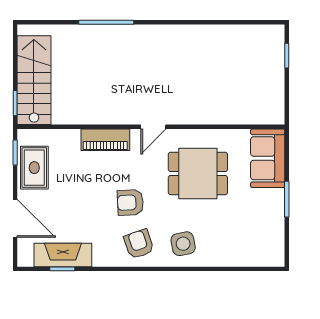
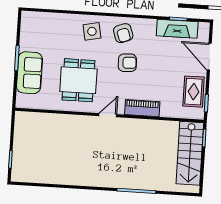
sofa: (268, 158) -> (29, 73), moved
dining table: (198, 174) -> (78, 80), turned 90

